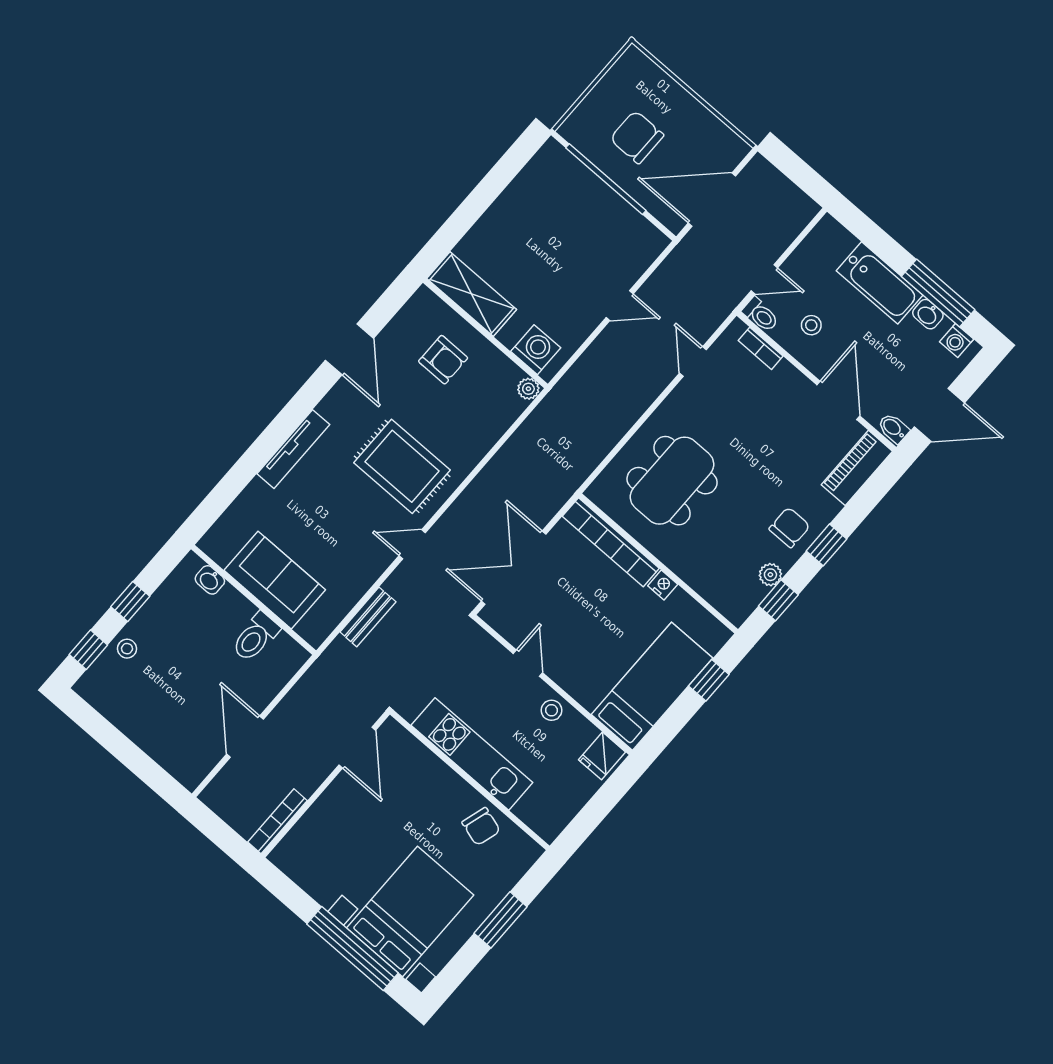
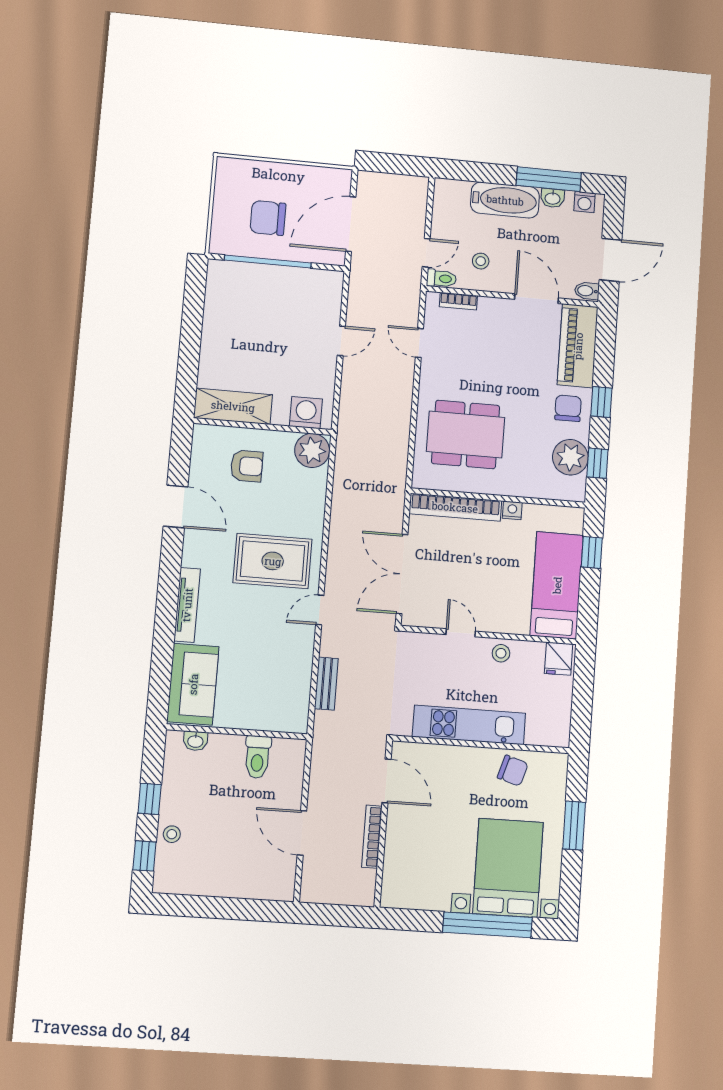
plant: (528, 389) -> (312, 450), width x1.87, depth x1.87
piano: (857, 468) -> (578, 346), width x1.37, depth x1.33
dining table: (672, 481) -> (466, 434), turned 90
plant: (770, 575) -> (570, 457), width x1.88, depth x1.88
sofa: (275, 580) -> (193, 684), moved, turned 90
bookcase: (277, 821) -> (372, 837), moved

